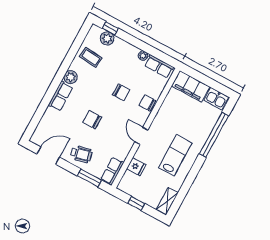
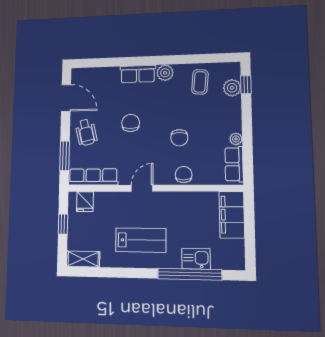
kitchen sink: (216, 99) -> (196, 259), moved, turned 90
fridge: (136, 167) -> (85, 202), moved
row of seats: (112, 171) -> (93, 177), width x1.48

